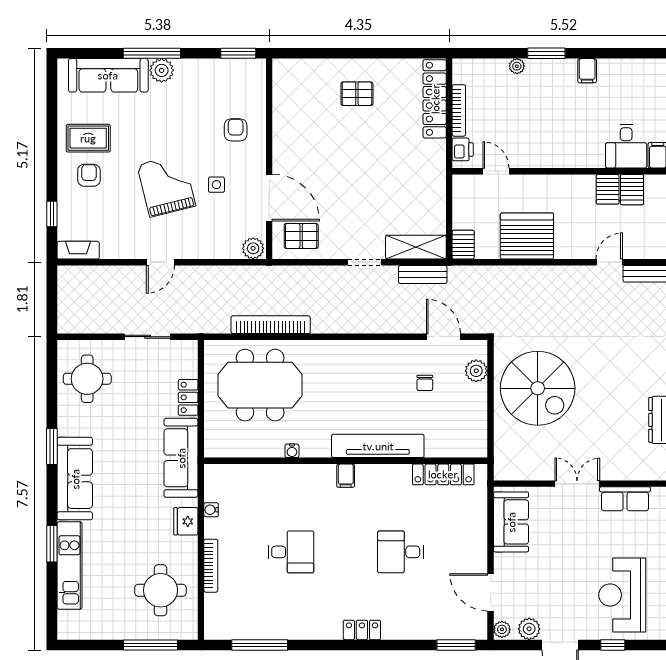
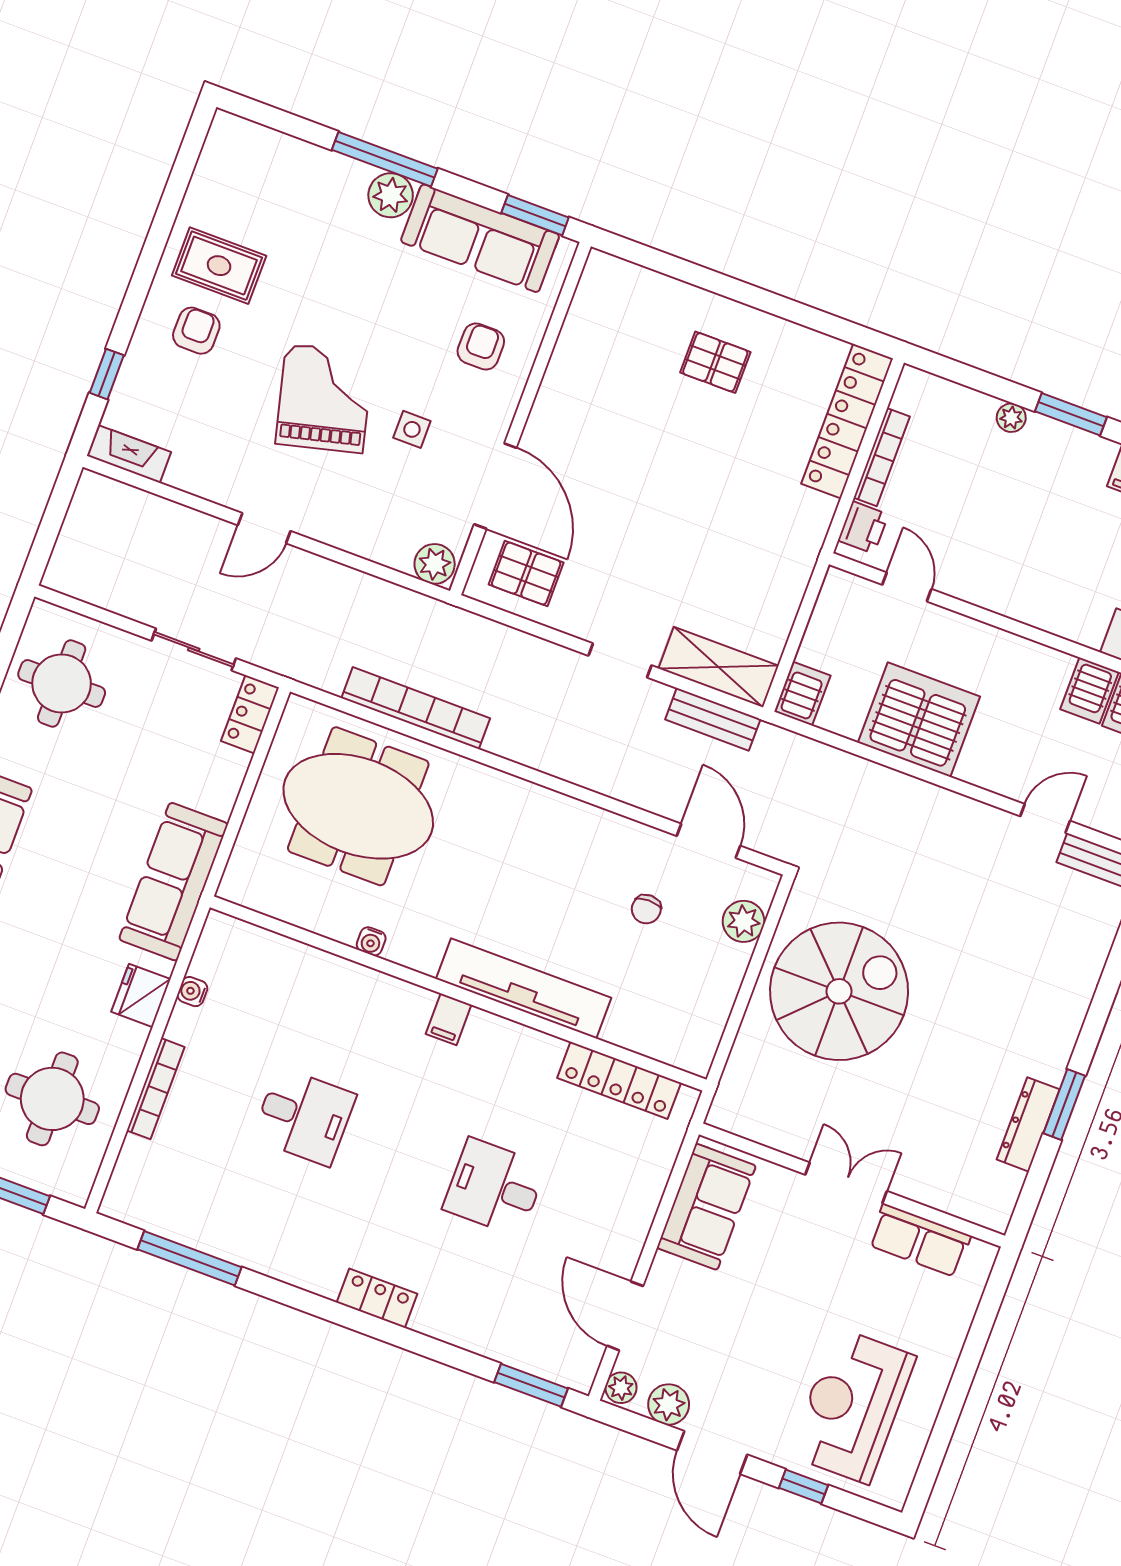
sofa: (108, 75) -> (480, 238), moved
spiral stairs: (538, 388) -> (839, 991), turned -90
locker: (188, 397) -> (250, 714), moved

